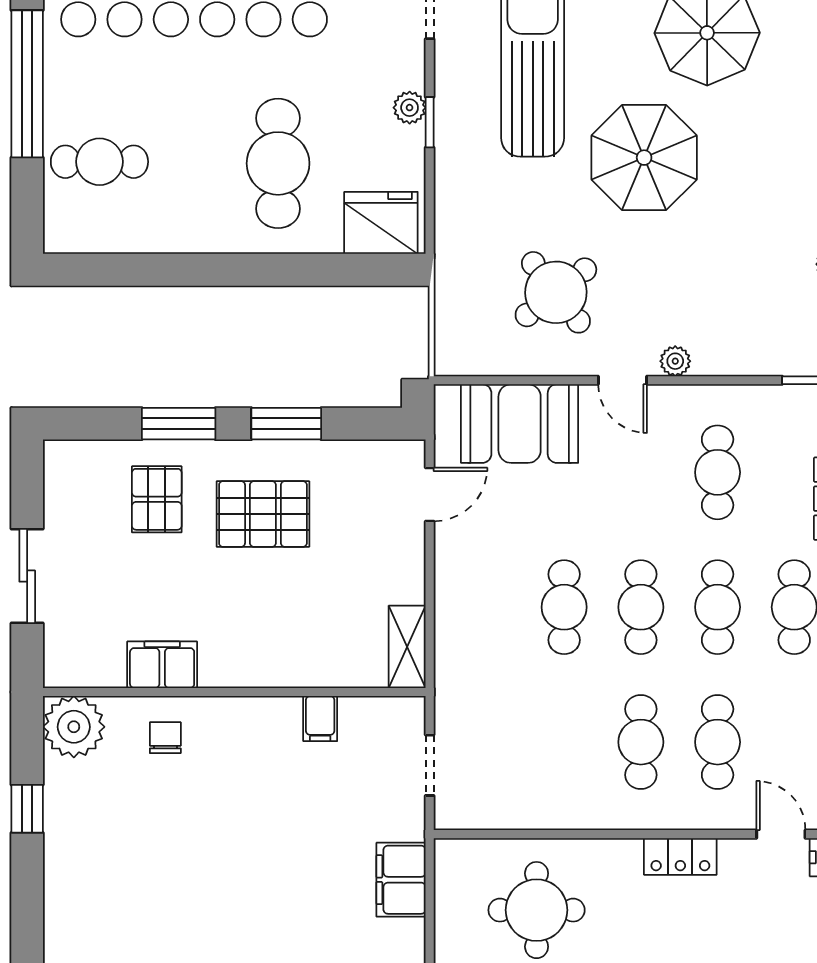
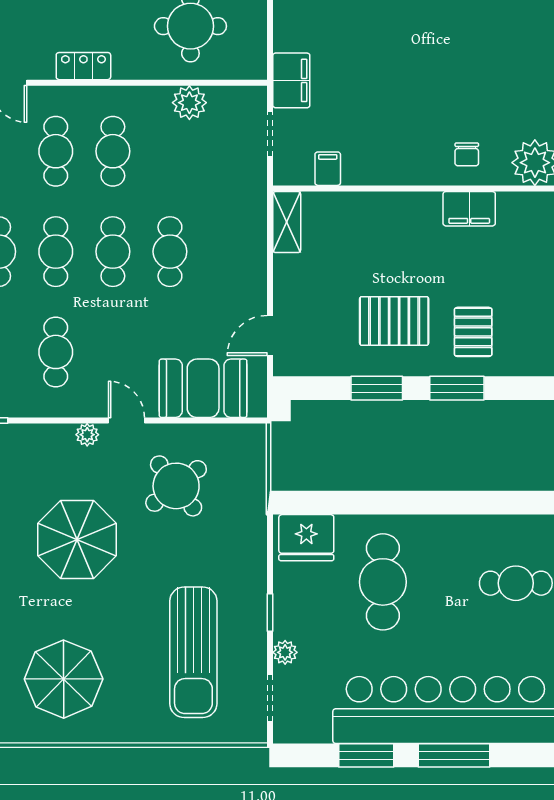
plant: (410, 108) -> (285, 652), moved
parasol: (644, 158) -> (77, 540), moved
filing cabinet: (320, 719) -> (328, 169), moved
plant: (538, 807) -> (189, 103), added
filing cabinet: (401, 880) -> (291, 80), moved

